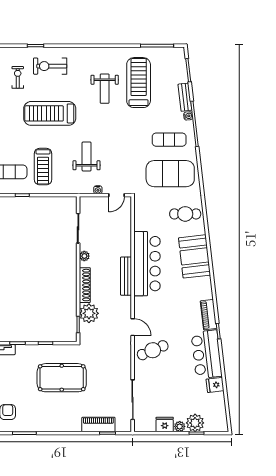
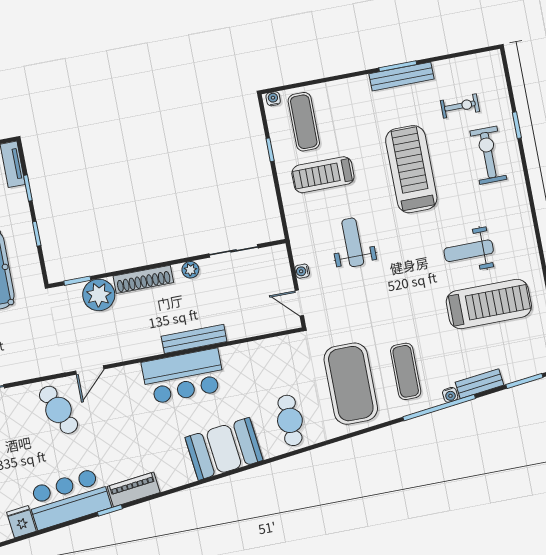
weight bench: (87, 156) -> (353, 242), turned -90
bar counter: (147, 264) -> (183, 376), width x0.73
bench: (126, 276) -> (194, 339), moved

